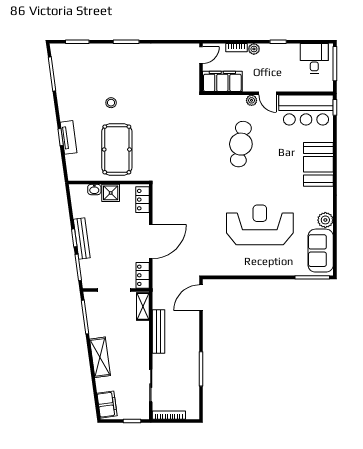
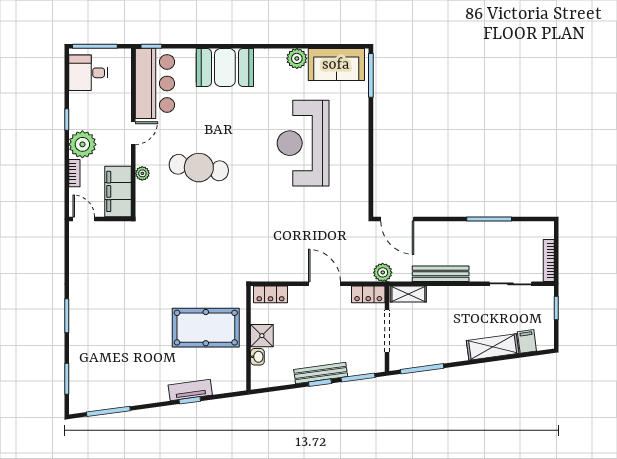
plant: (254, 49) -> (82, 144), width x1.87, depth x1.87
plant: (252, 100) -> (142, 173), moved
stool: (111, 103) -> (145, 335), removed
door: (151, 241) -> (325, 284), width x0.73
plant: (160, 287) -> (383, 272), added
shelving: (100, 357) -> (493, 347), moved
filing cabinet: (107, 405) -> (527, 341), width x0.50

